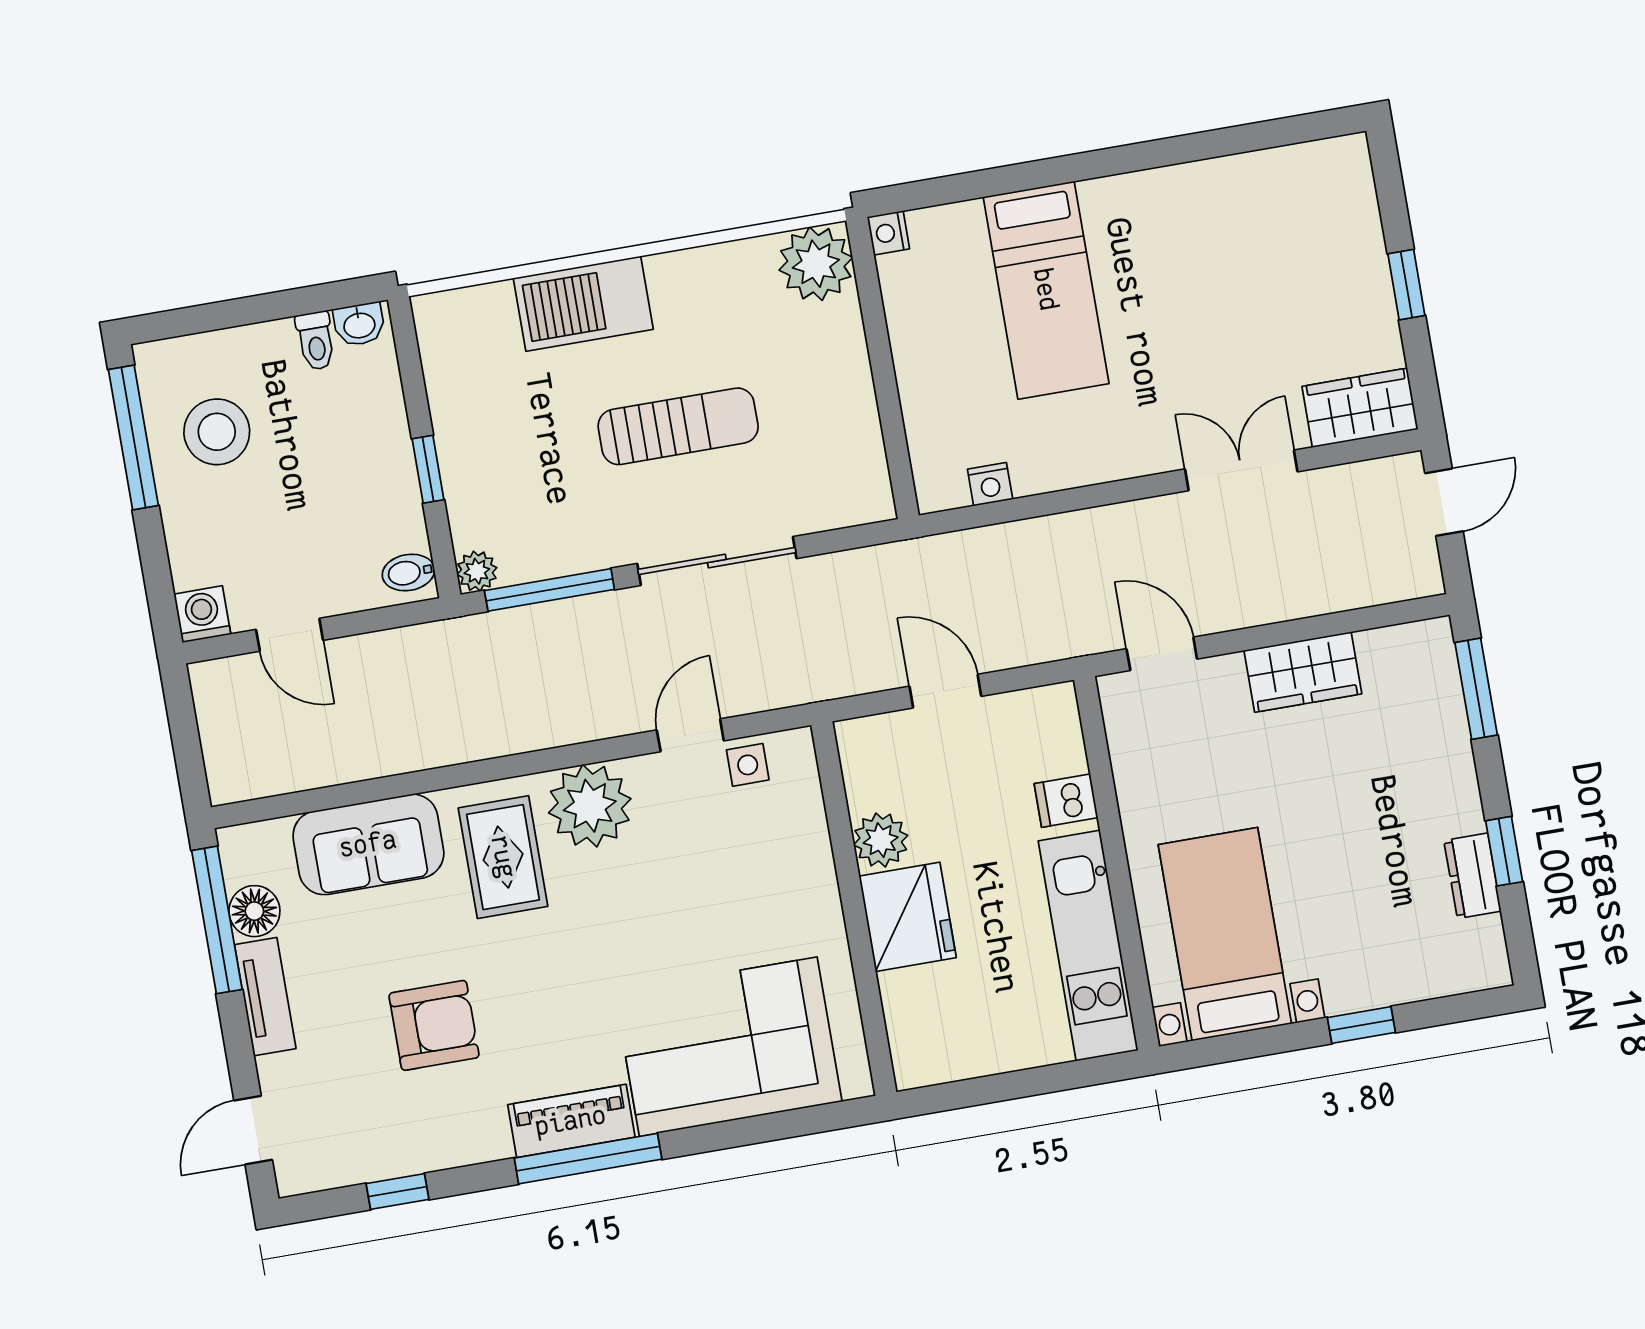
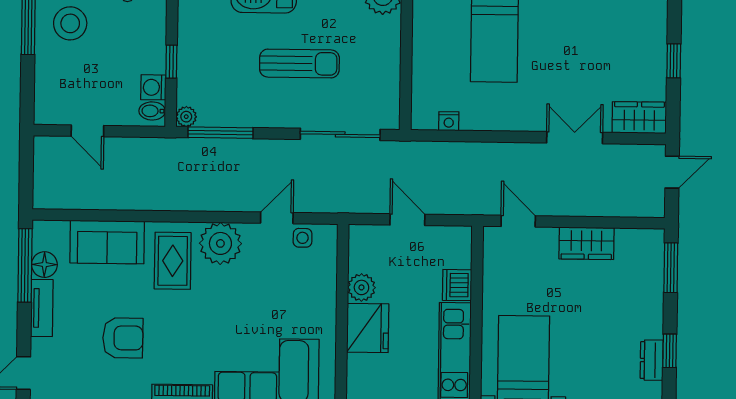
sliding door: (717, 561) -> (340, 134), moved
washing machine: (202, 614) -> (153, 87), moved, turned -90
dishwasher: (1066, 801) -> (457, 285), width x1.38

